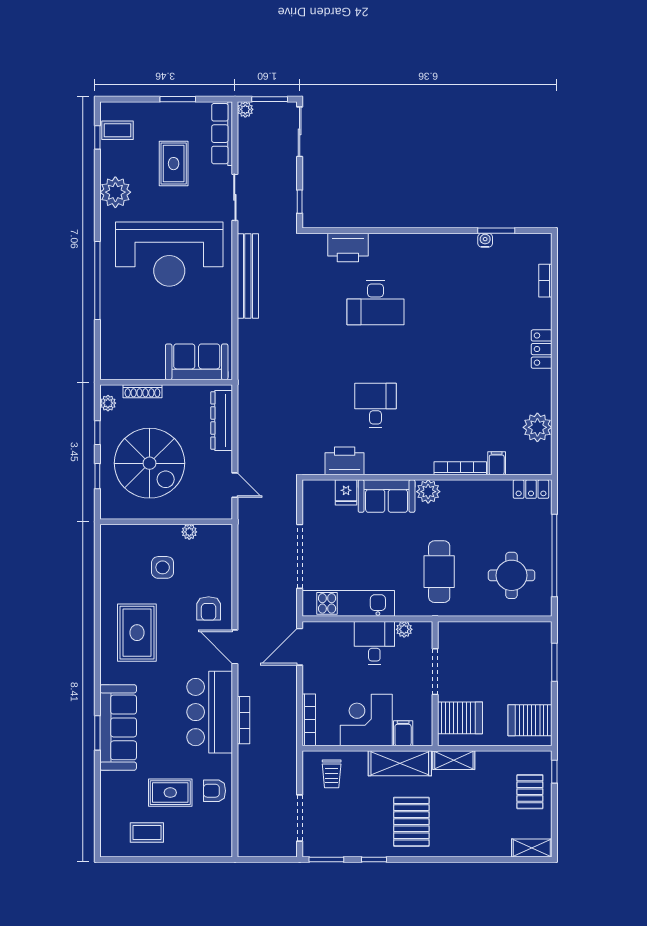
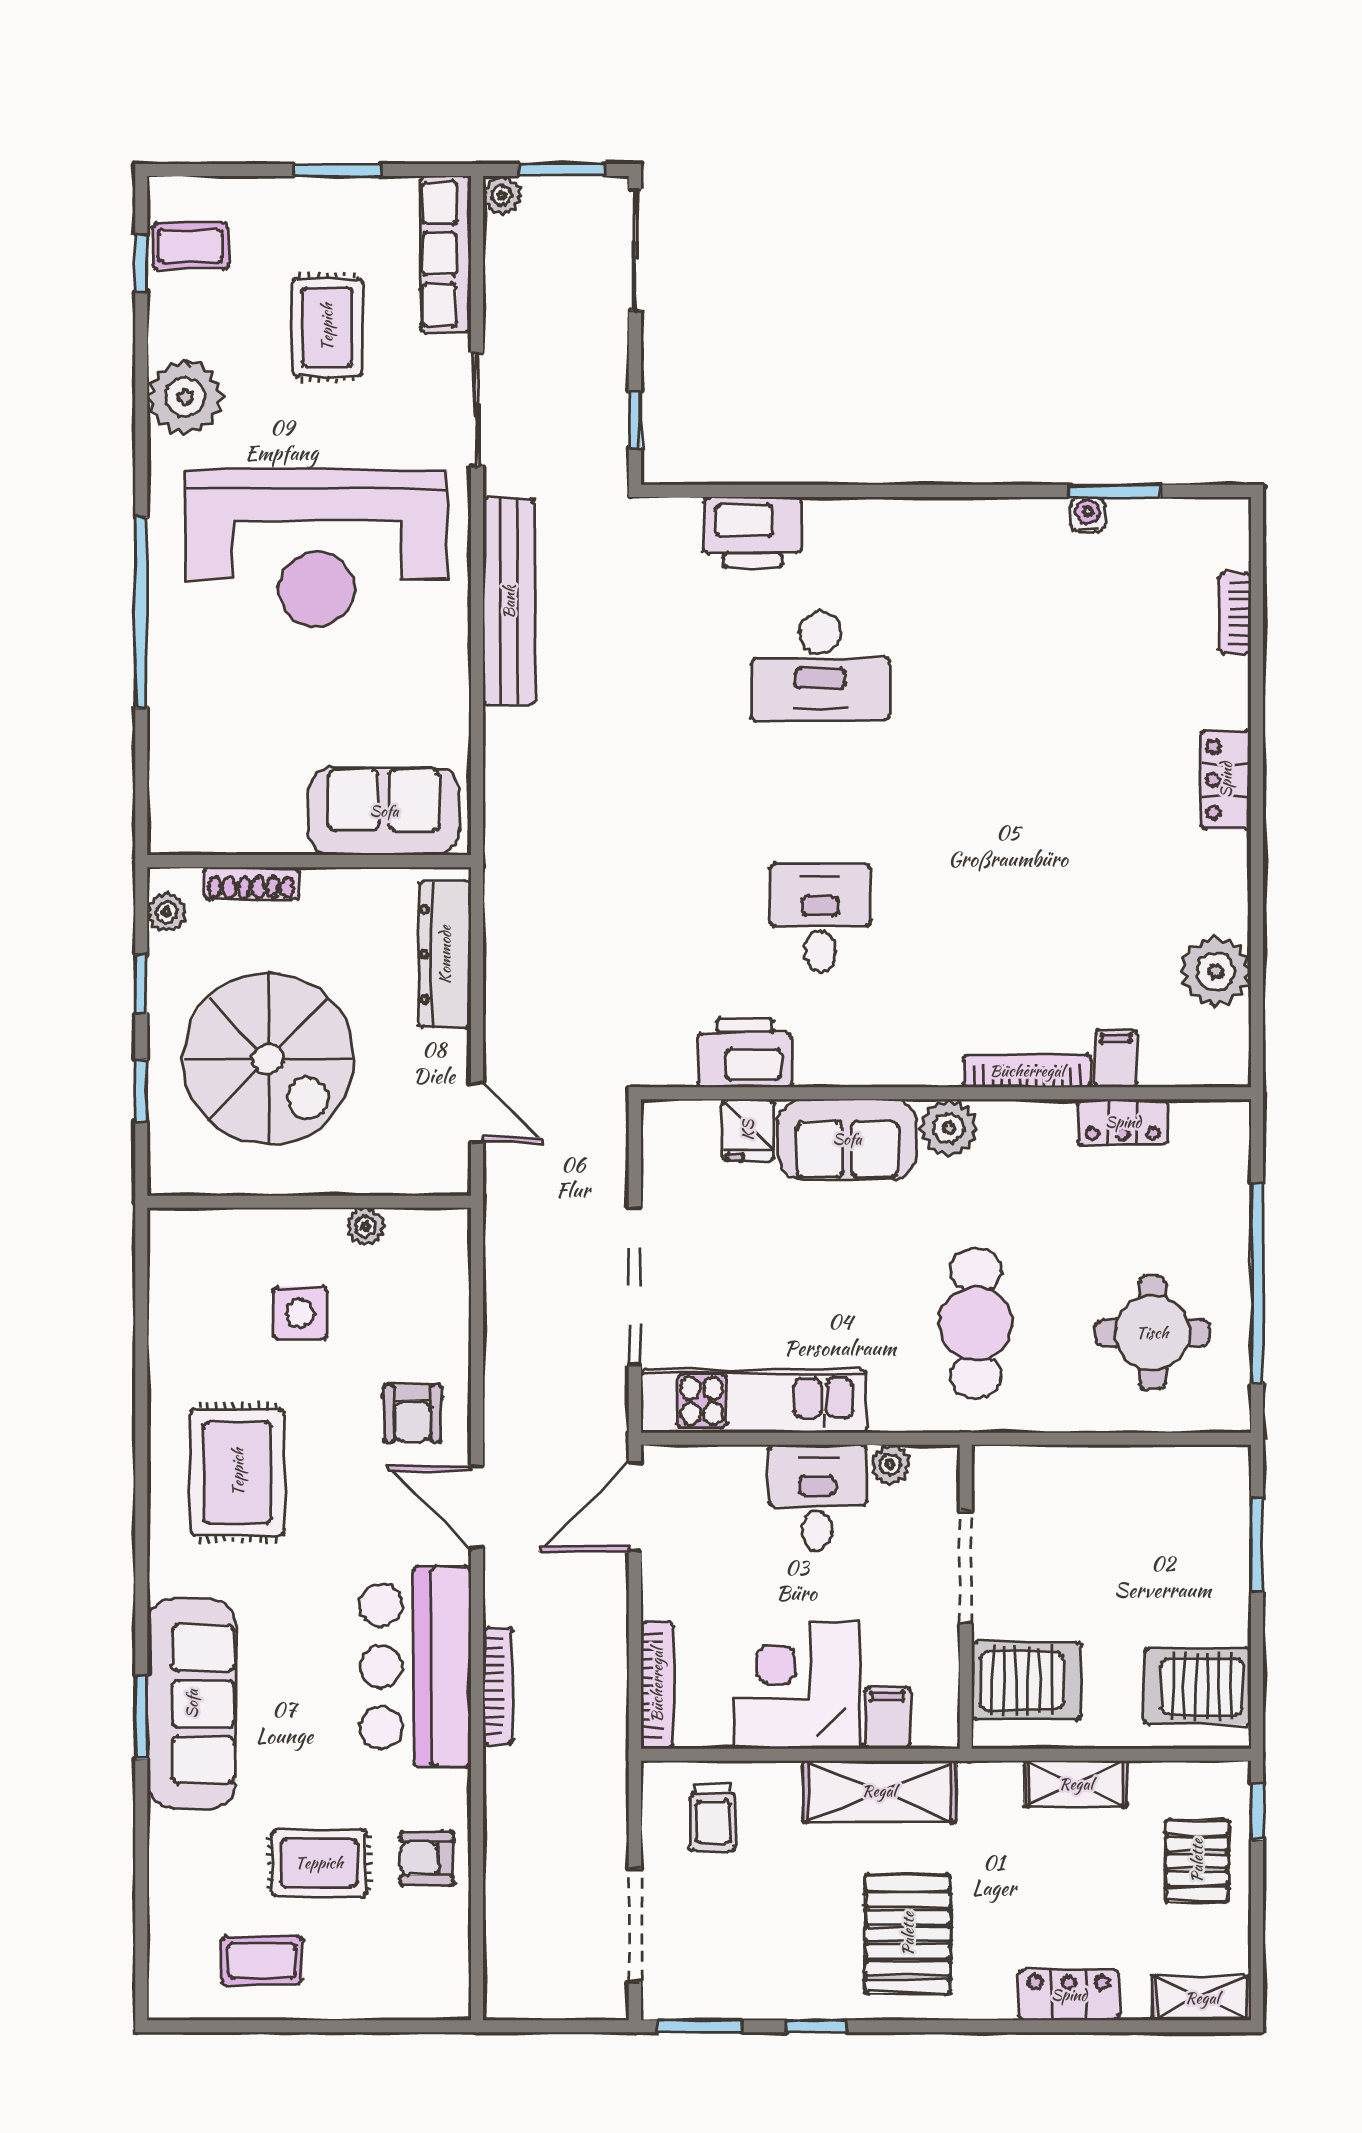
locker: (531, 489) -> (1123, 1122), moved
shelving: (454, 760) -> (1076, 1784), moved
locker: (477, 847) -> (1069, 1995), added

